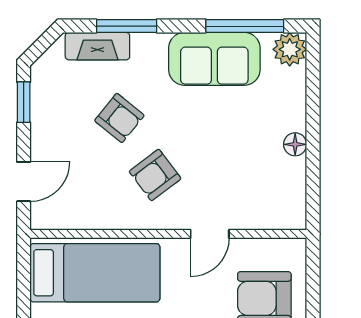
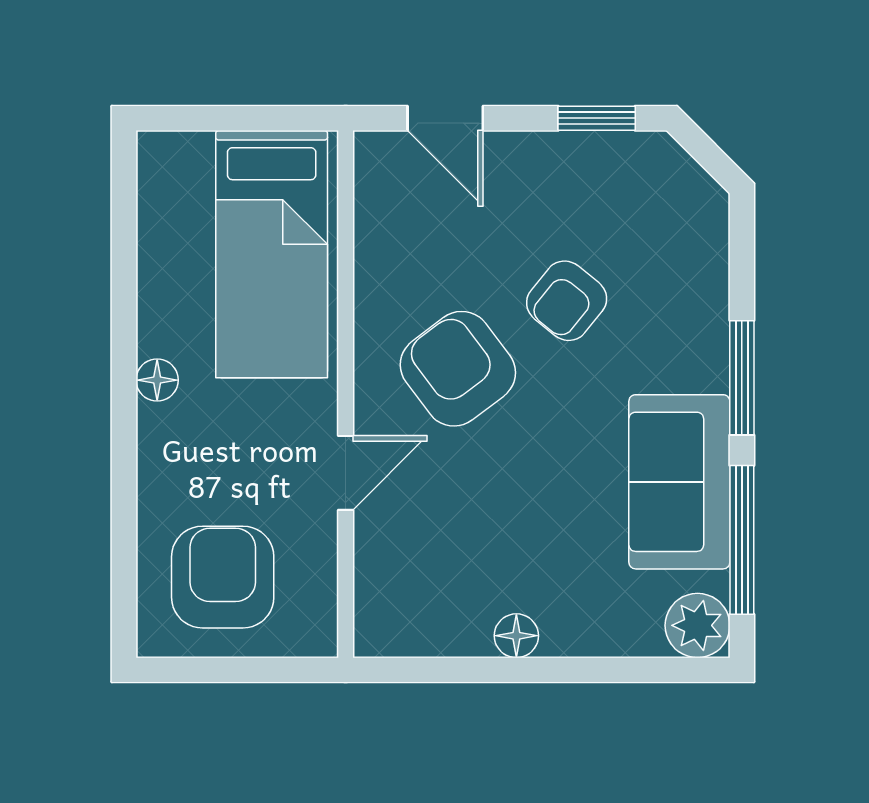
window: (127, 26) -> (742, 378), moved
fireplace: (97, 46) -> (704, 259), removed
armchair: (155, 175) -> (458, 369), width x1.38, depth x1.38
door: (210, 234) -> (346, 473), swing flipped

